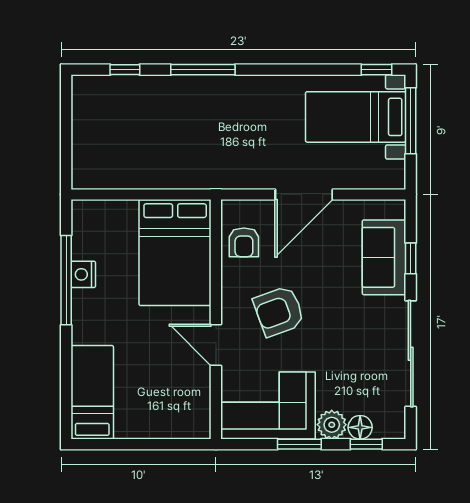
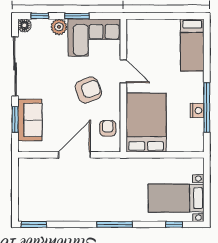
window: (203, 70) -> (115, 224), moved
window: (377, 70) -> (34, 224), width x1.50
bed with nightstands: (356, 117) -> (176, 198), moved, turned 180
window: (411, 121) -> (15, 196), removed
window: (411, 258) -> (15, 119), width x1.50
floor lamp: (360, 427) -> (24, 25), moved

